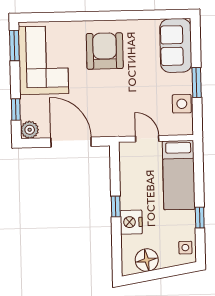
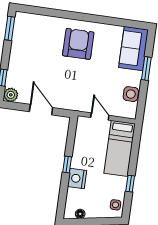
corner sofa: (43, 60) -> (30, 43), removed
window: (197, 83) -> (146, 68), moved
door: (71, 142) -> (41, 110), width x0.73
floor lamp: (147, 260) -> (80, 214), width x0.53, depth x0.53

